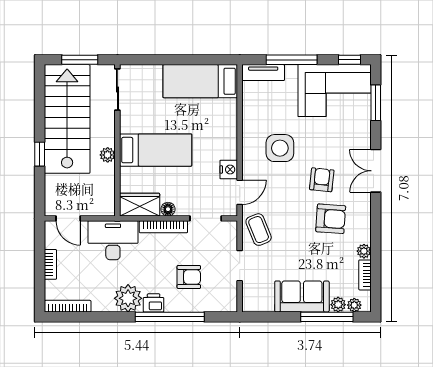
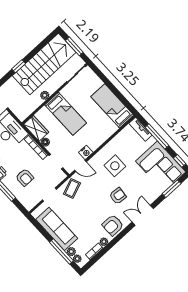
armchair: (331, 219) -> (113, 225), moved, turned 86
sofa: (302, 296) -> (57, 229), width x1.36

